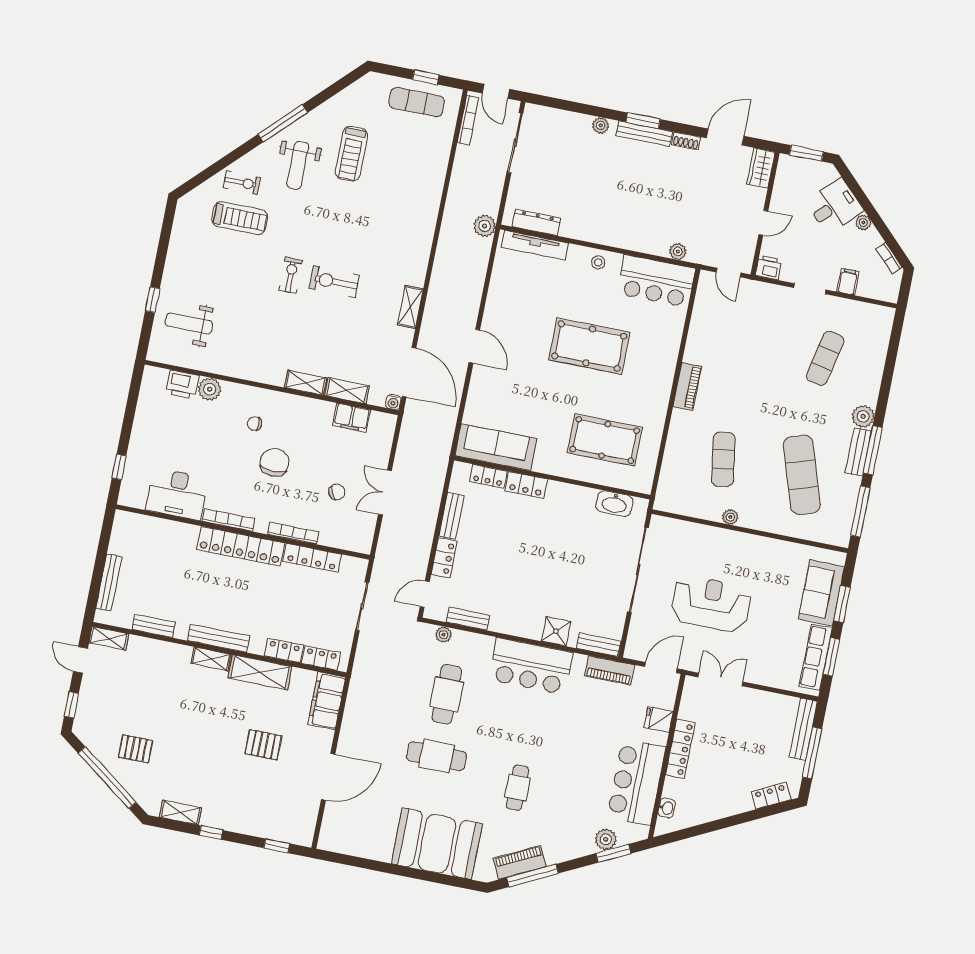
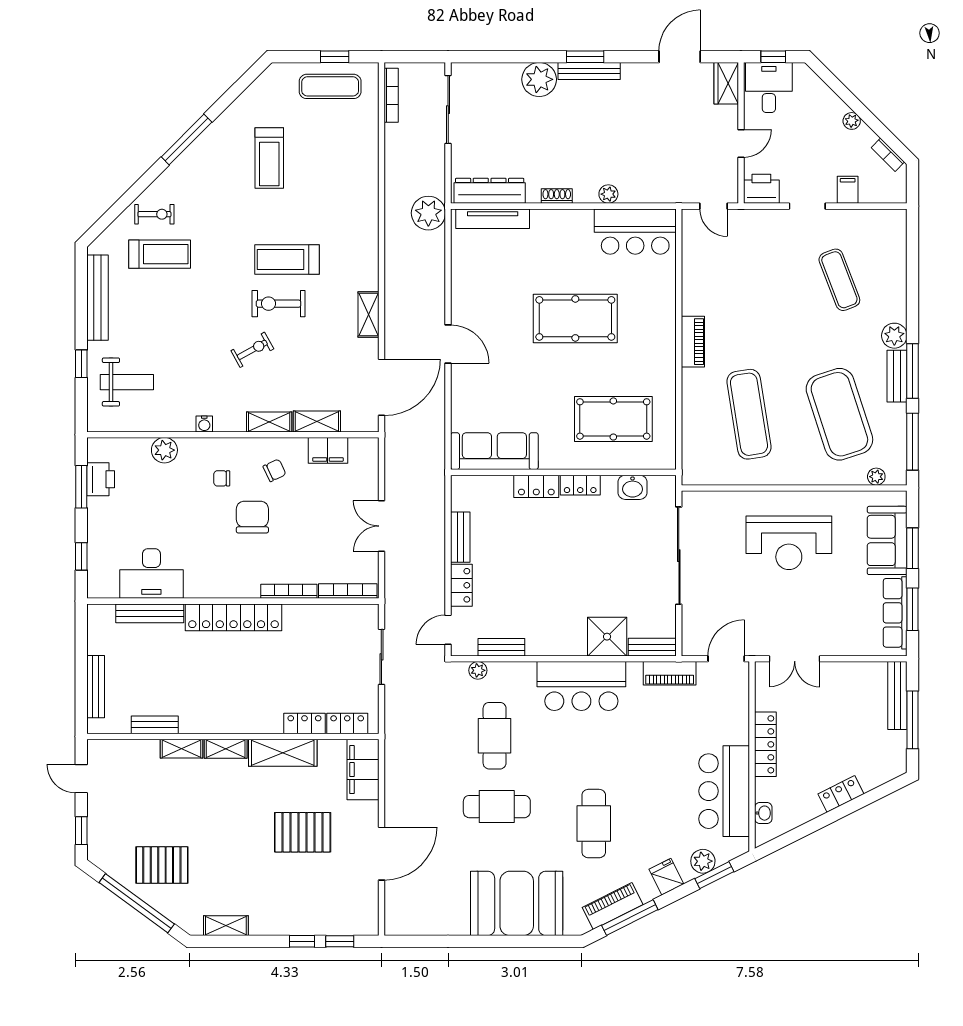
door: (496, 91) -> (416, 57), removed
plant: (601, 125) -> (539, 79), width x1.87, depth x1.87
shoe rack: (686, 141) -> (557, 196), moved, turned 180
window: (806, 153) -> (773, 57), width x0.67
weight bench: (298, 165) -> (212, 183), removed
desk: (835, 206) -> (769, 87), moved, turned -45
dresser: (537, 223) -> (490, 191), width x1.37, depth x1.24
plant: (485, 226) -> (428, 213), width x1.36, depth x1.36
bench: (178, 245) -> (97, 298), added
treadmill: (349, 245) -> (287, 259), added
plant: (678, 251) -> (608, 194), moved
stool: (598, 262) -> (567, 224), removed
printer: (769, 267) -> (761, 189), width x1.36, depth x1.24
exercise bike: (291, 275) -> (252, 350), moved, turned 61
weight bench: (189, 323) -> (127, 382), turned 180
exercise mat: (825, 358) -> (839, 280), turned -33
door: (409, 372) -> (381, 387), hinge flipped
printer: (182, 385) -> (101, 479), moved, turned -90
water cooler: (393, 402) -> (204, 424), moved
window: (131, 406) -> (81, 487), added
exercise mat: (723, 459) -> (749, 414), width x1.36, depth x1.45
exercise mat: (802, 475) -> (839, 414), width x1.47
locker: (488, 476) -> (580, 485), moved
chair: (337, 492) -> (275, 470), moved
washbasin: (614, 504) -> (633, 487), width x0.72
plant: (730, 517) -> (876, 477), moved
bookcase: (228, 520) -> (348, 591), moved
locker: (312, 558) -> (315, 614), removed
reception desk: (711, 604) -> (789, 543), moved, turned 180
shower: (556, 631) -> (607, 637), width x1.36, depth x1.36
shelving: (109, 638) -> (182, 749), moved
bench: (219, 638) -> (150, 613), moved
double door: (720, 679) -> (795, 659), swing flipped
fridge: (659, 719) -> (666, 877), moved, turned 63
pallet: (263, 745) -> (303, 832), width x1.50, depth x1.42
pallet: (136, 749) -> (162, 865), width x1.50, depth x1.42
cafe table: (518, 788) -> (594, 824), width x1.37, depth x1.35
locker: (771, 796) -> (841, 794), moved
window: (211, 833) -> (302, 941), moved

